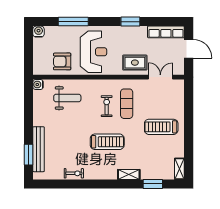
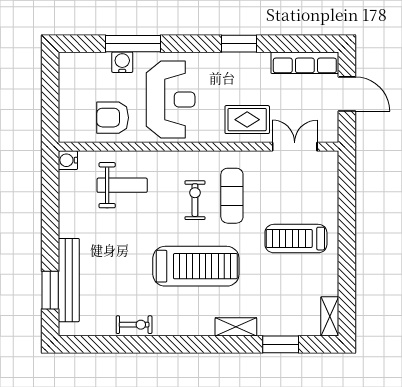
water cooler: (39, 32) -> (122, 62), moved
treadmill: (107, 142) -> (196, 266), width x1.37, depth x1.38

